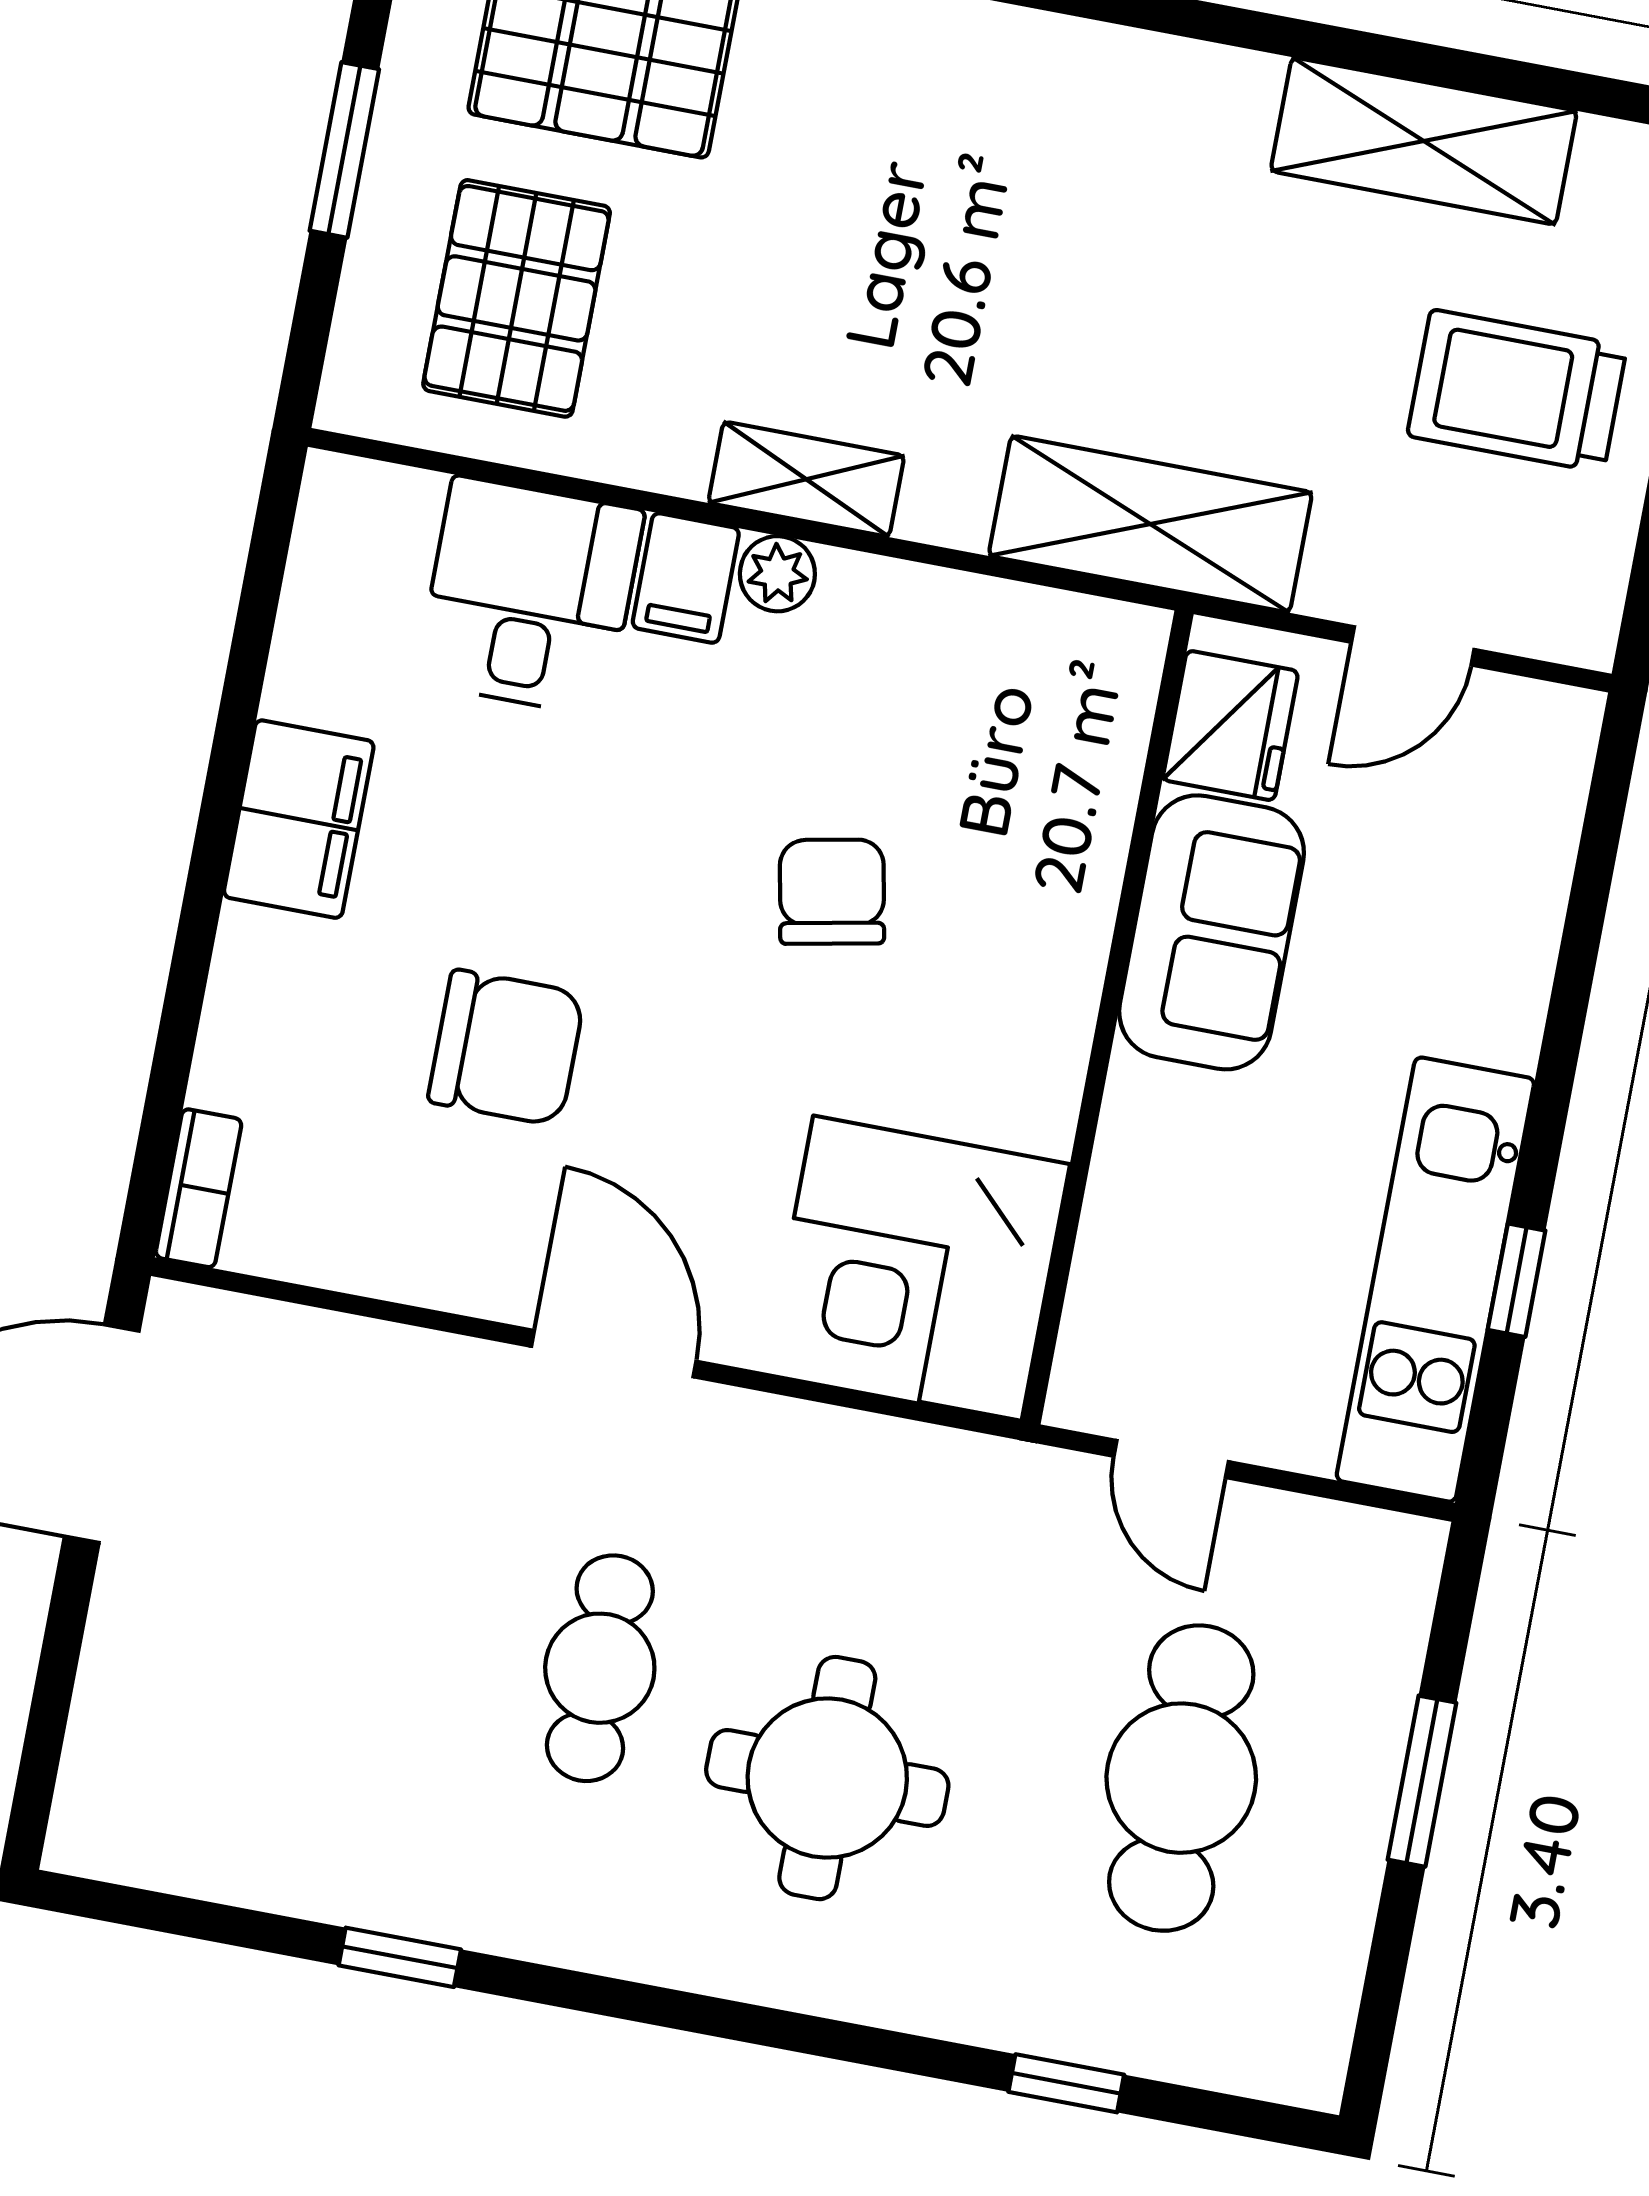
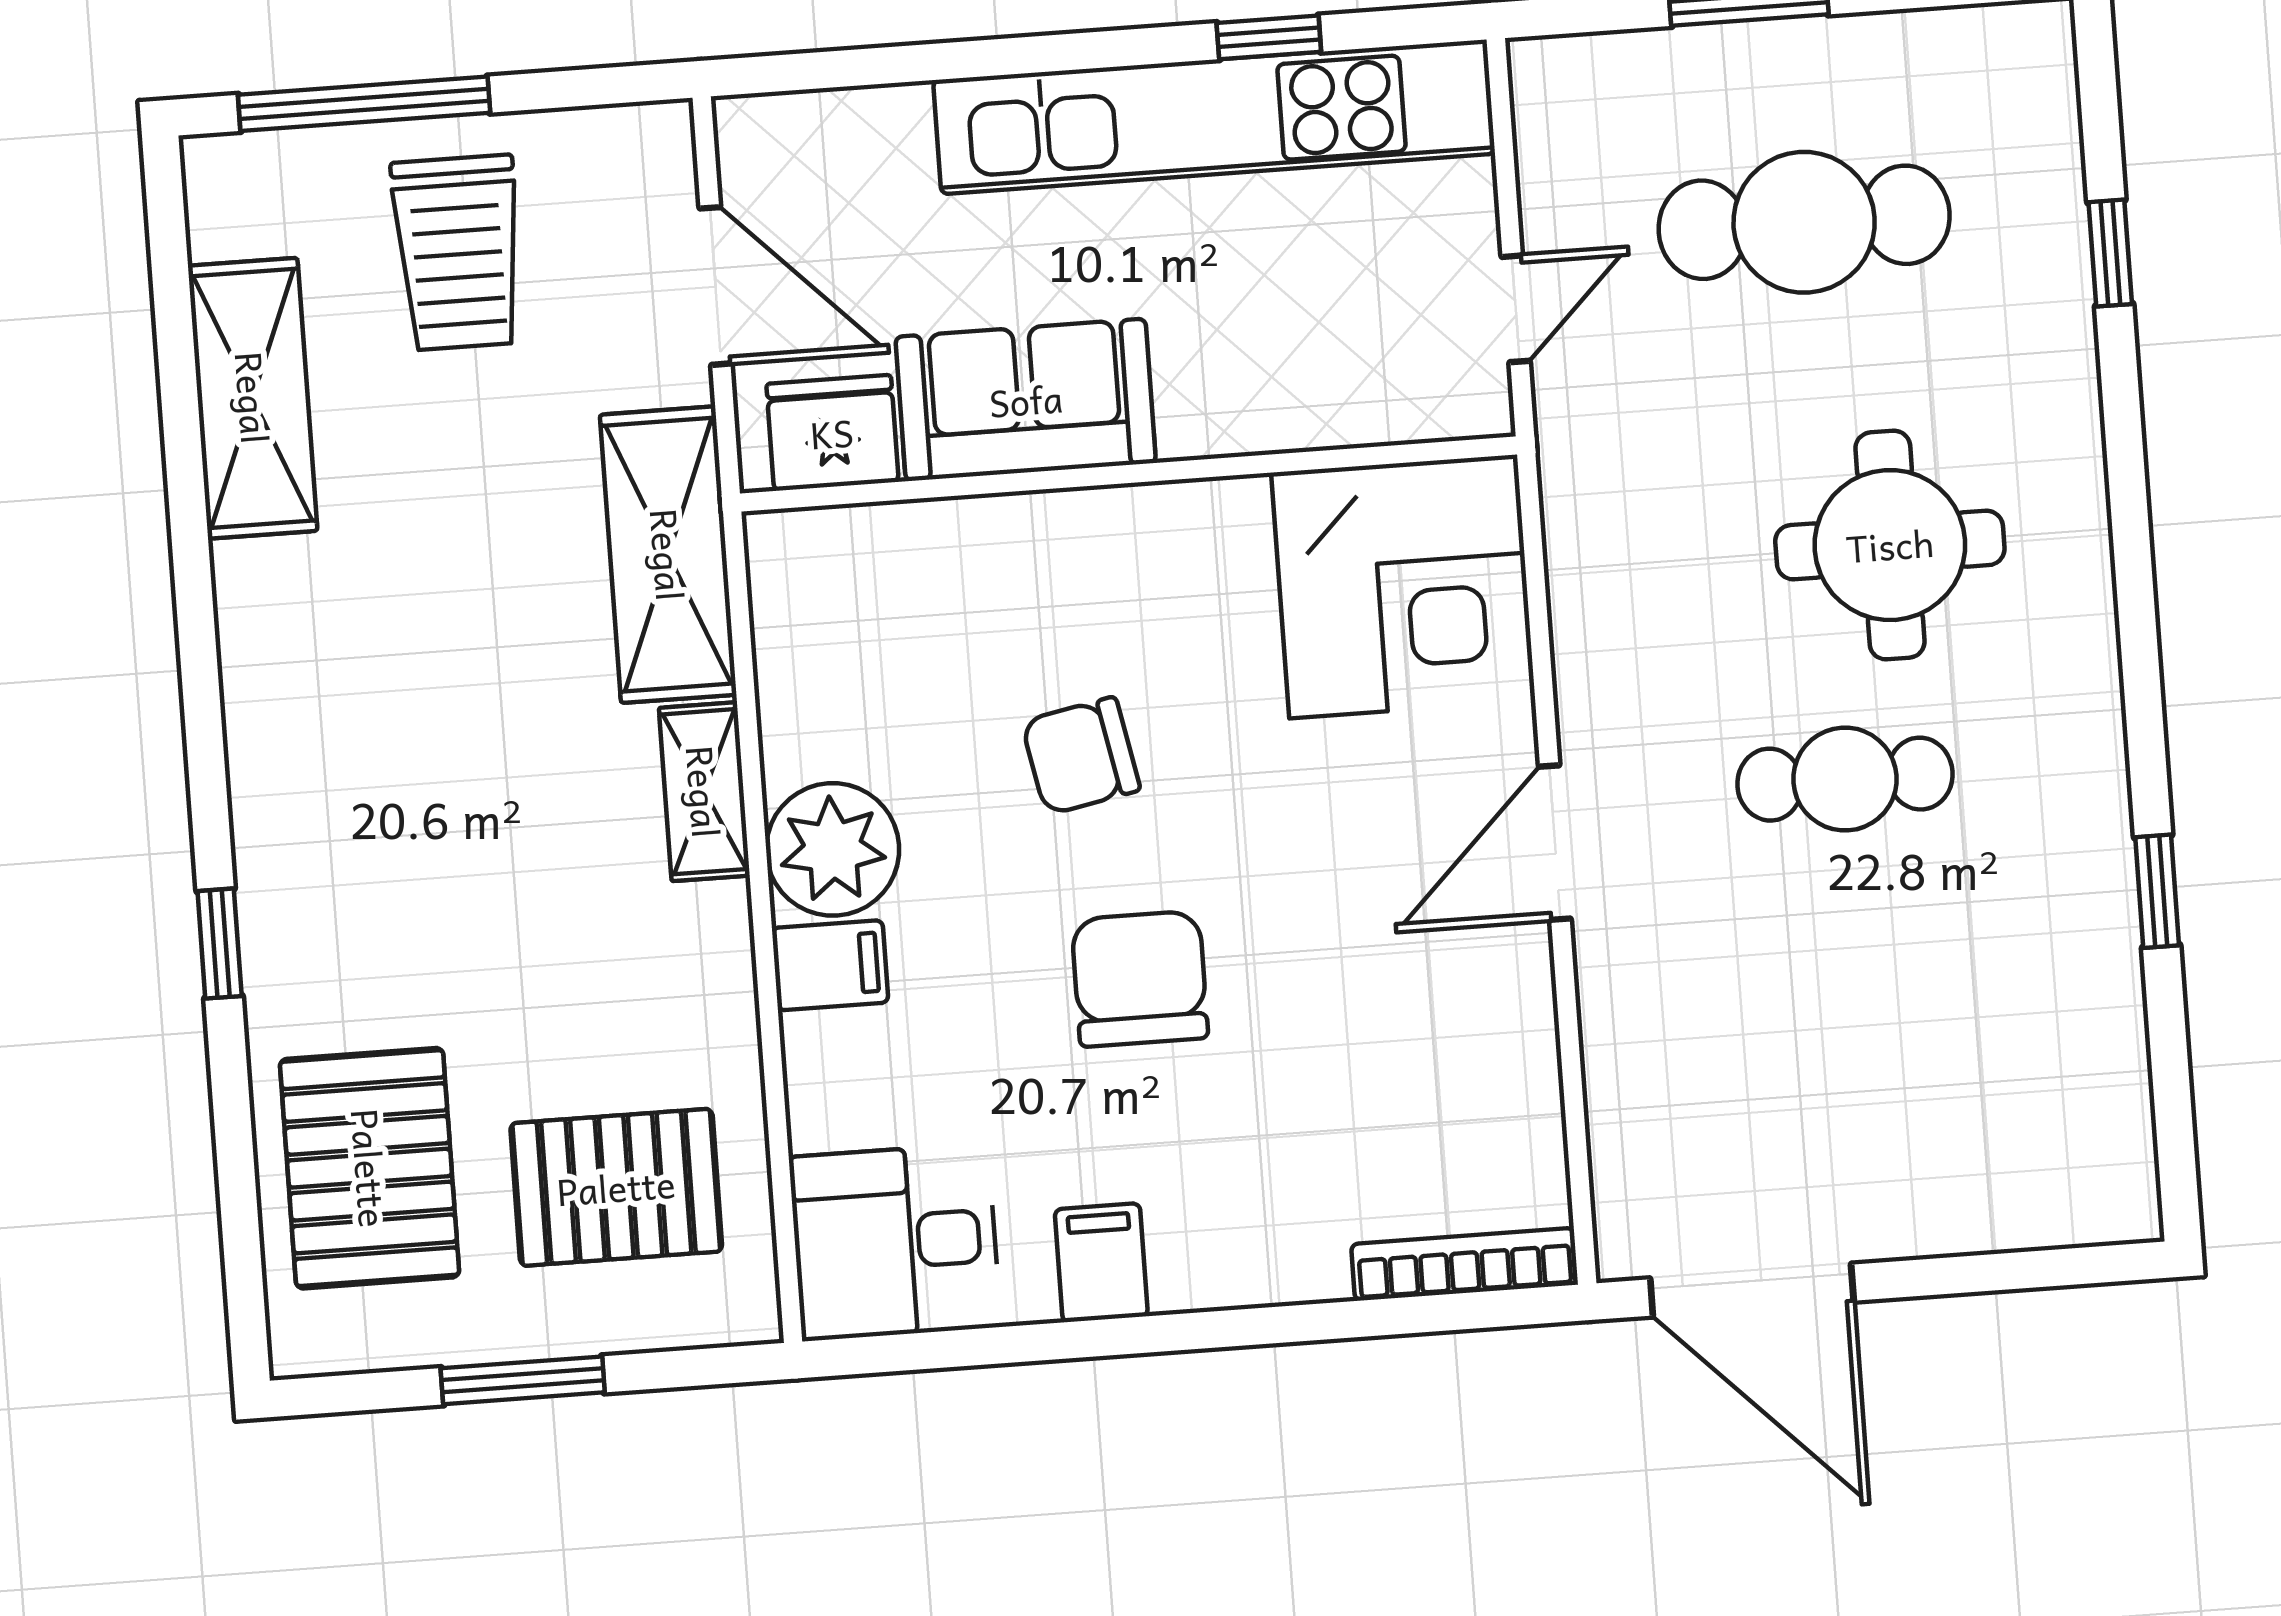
shelving: (806, 479) -> (704, 792), moved
plant: (777, 574) -> (833, 849), width x1.88, depth x1.88
desk: (530, 596) -> (895, 1242), moved
door: (1413, 646) -> (716, 286), width x1.38
filing cabinet: (299, 819) -> (1101, 1263), width x0.50
chair: (506, 1048) -> (1140, 979), moved
bookcase: (199, 1188) -> (1465, 1264), width x1.56
kitchen unit: (1435, 1280) -> (1214, 117), width x1.36

